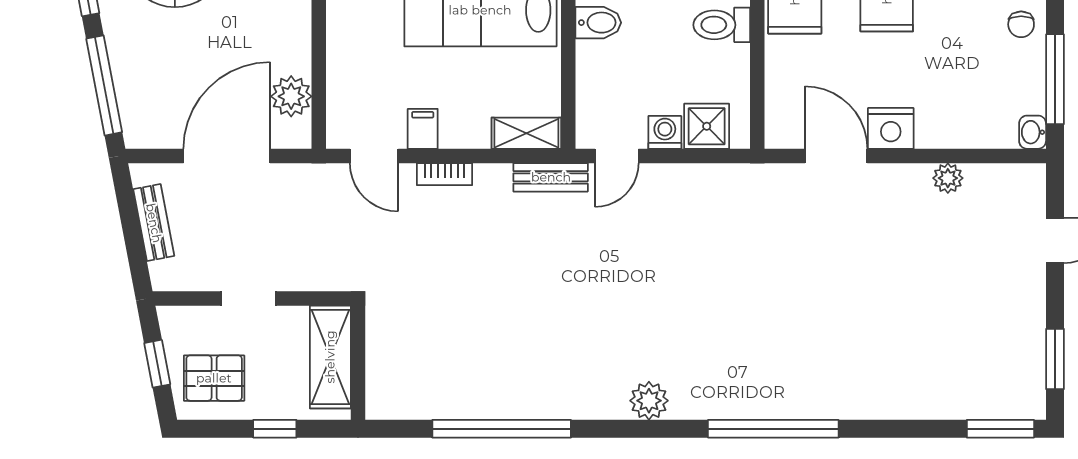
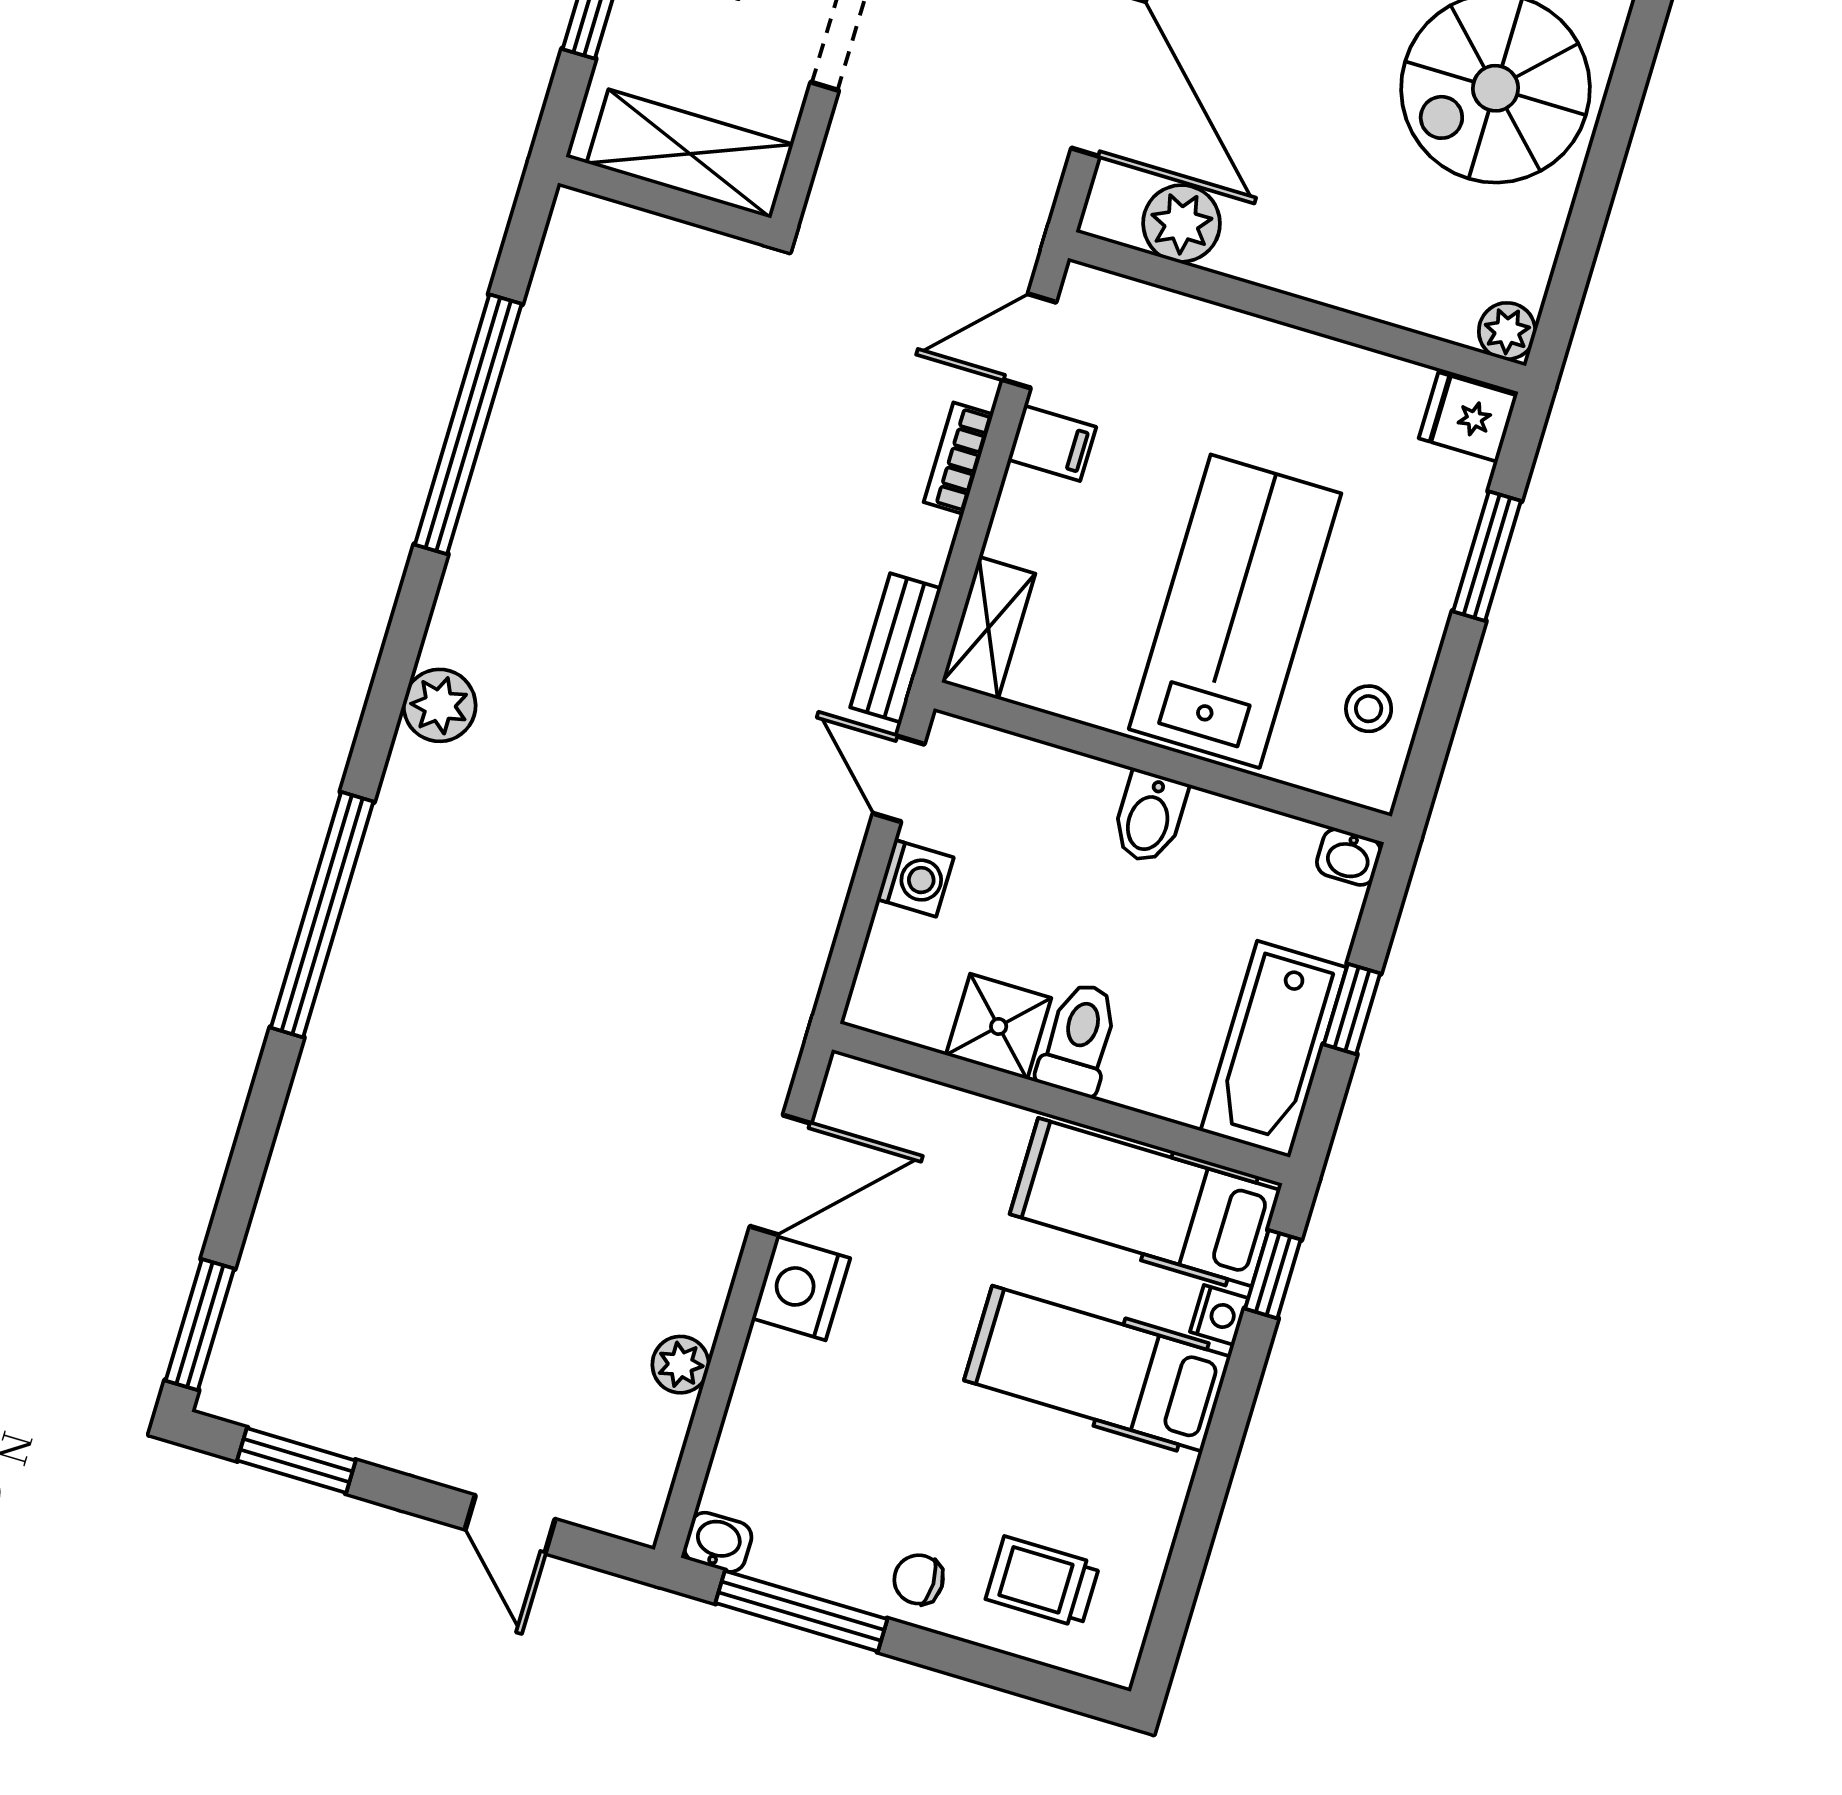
shower: (707, 126) -> (999, 1026), moved

